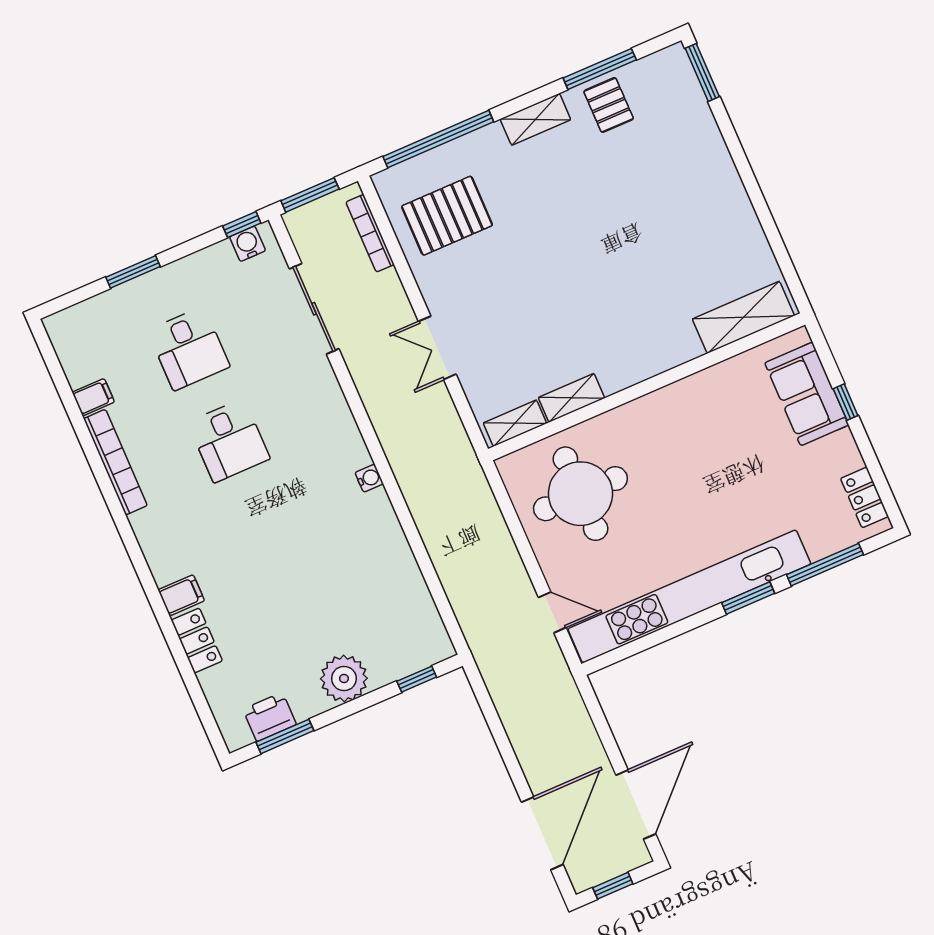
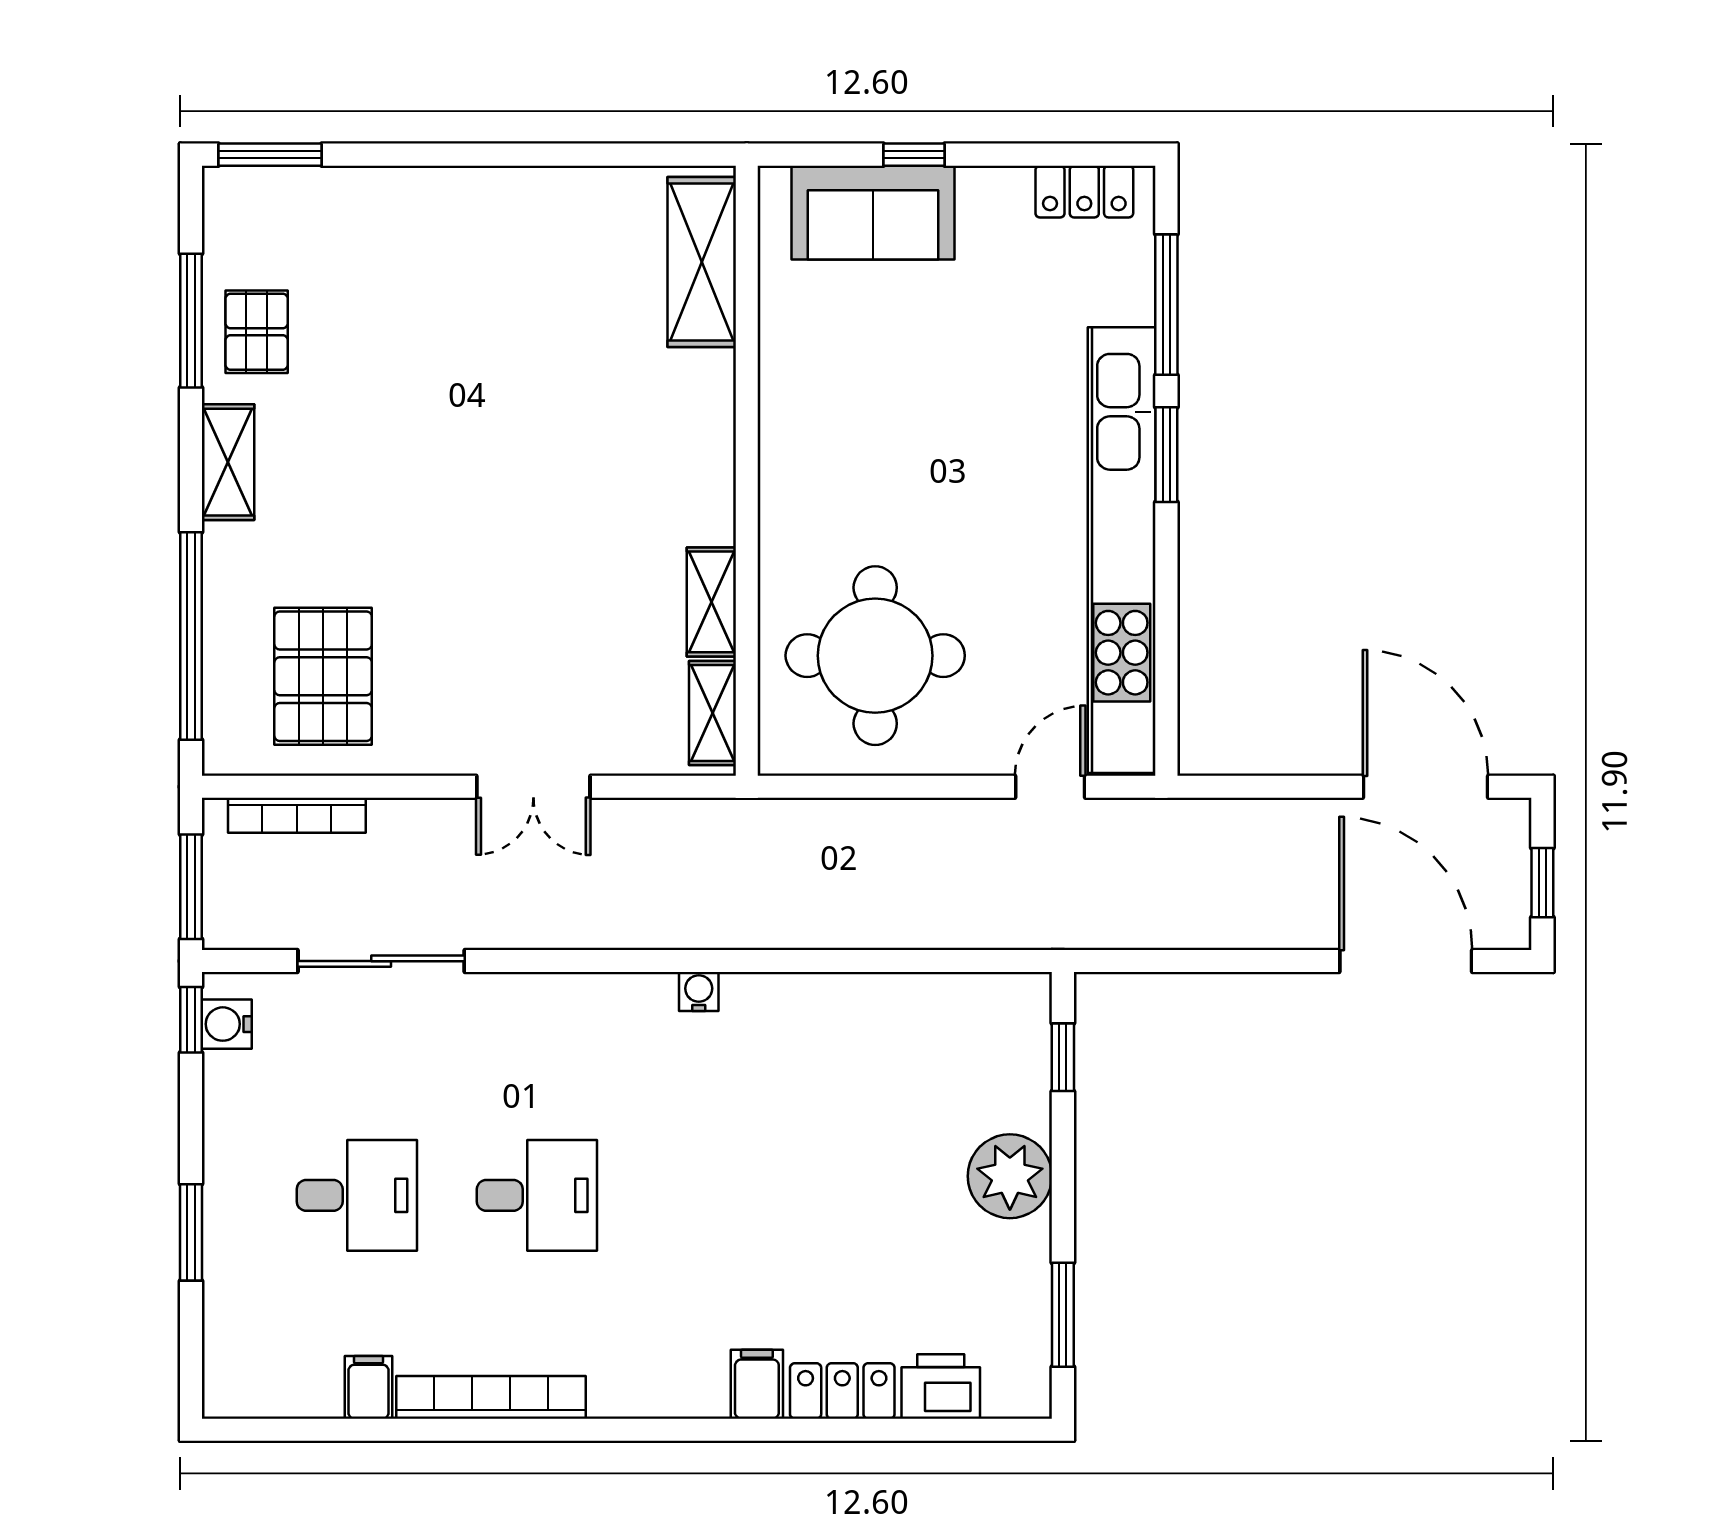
pallet: (609, 105) -> (257, 332), turned 90
printer: (270, 717) -> (941, 1387), moved, turned 90

